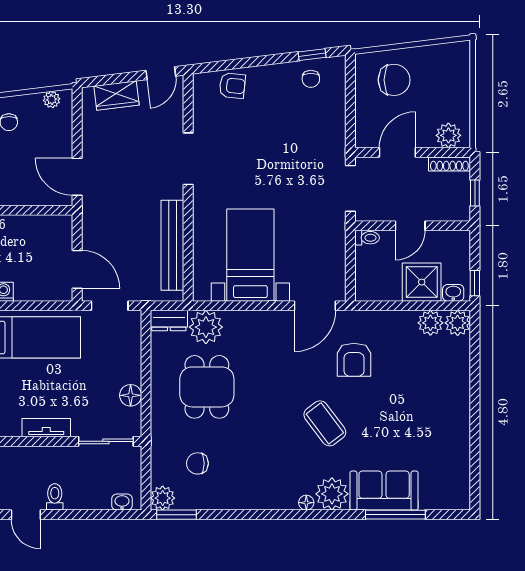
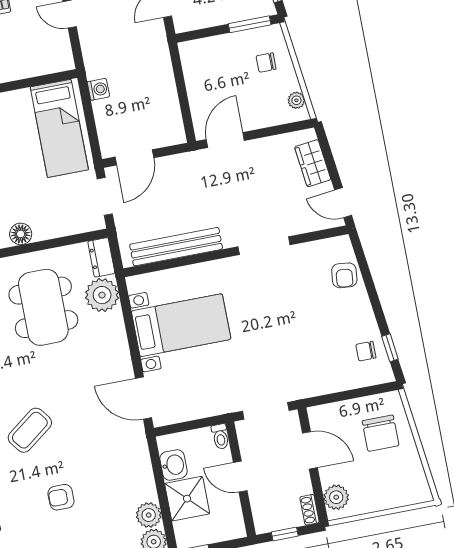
shoe rack: (449, 164) -> (310, 510), width x0.70
washbasin: (453, 293) -> (173, 465), moved, width x1.38, depth x1.45
armchair: (354, 360) -> (61, 497), moved, width x0.72, depth x0.72
dining table: (207, 387) -> (43, 307), width x1.38

